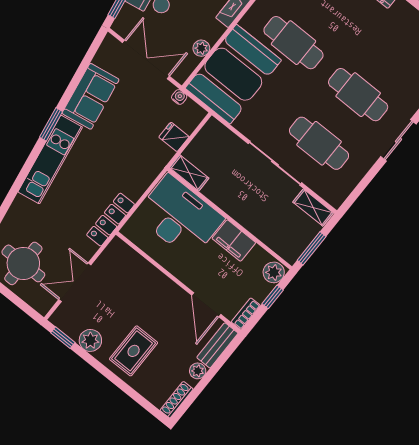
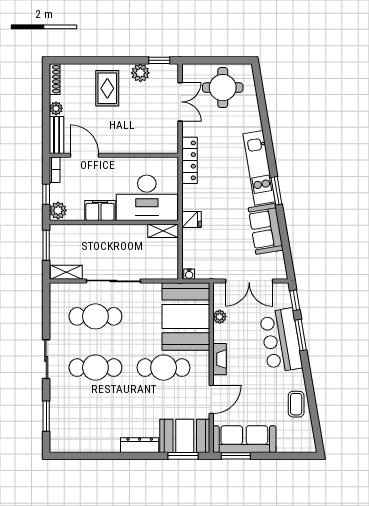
water cooler: (179, 97) -> (189, 274), moved
fridge: (174, 137) -> (191, 219), moved

